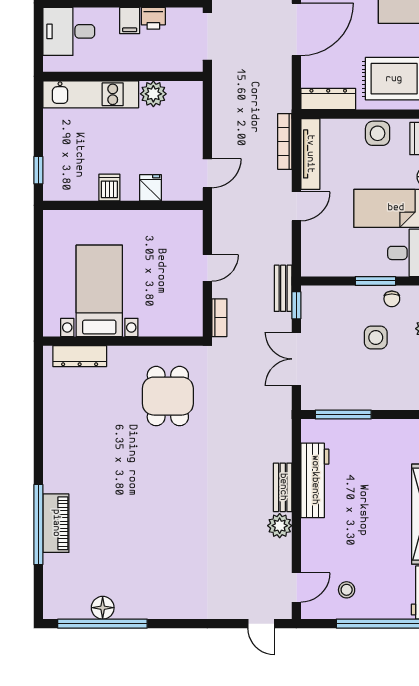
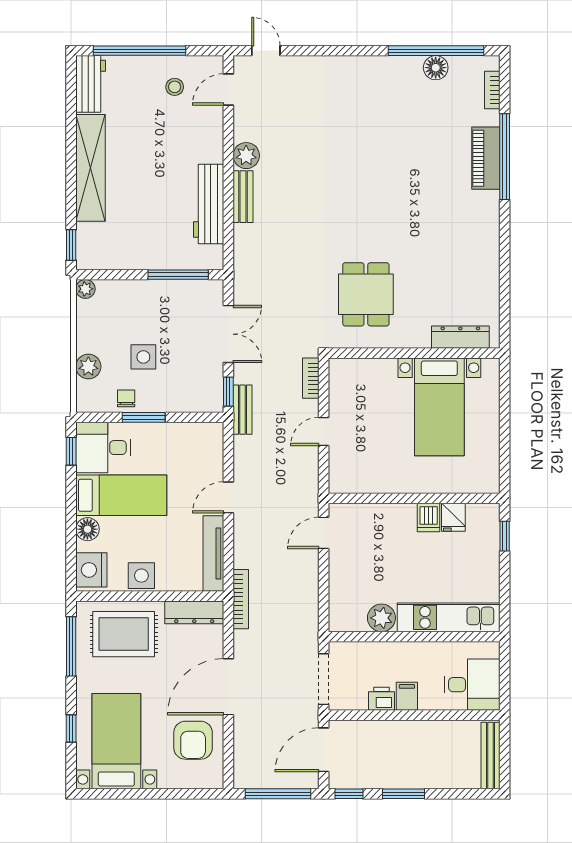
bookcase: (285, 141) -> (241, 599), moved
fridge: (151, 188) -> (453, 517), moved
bookcase: (50, 587) -> (492, 90), added

